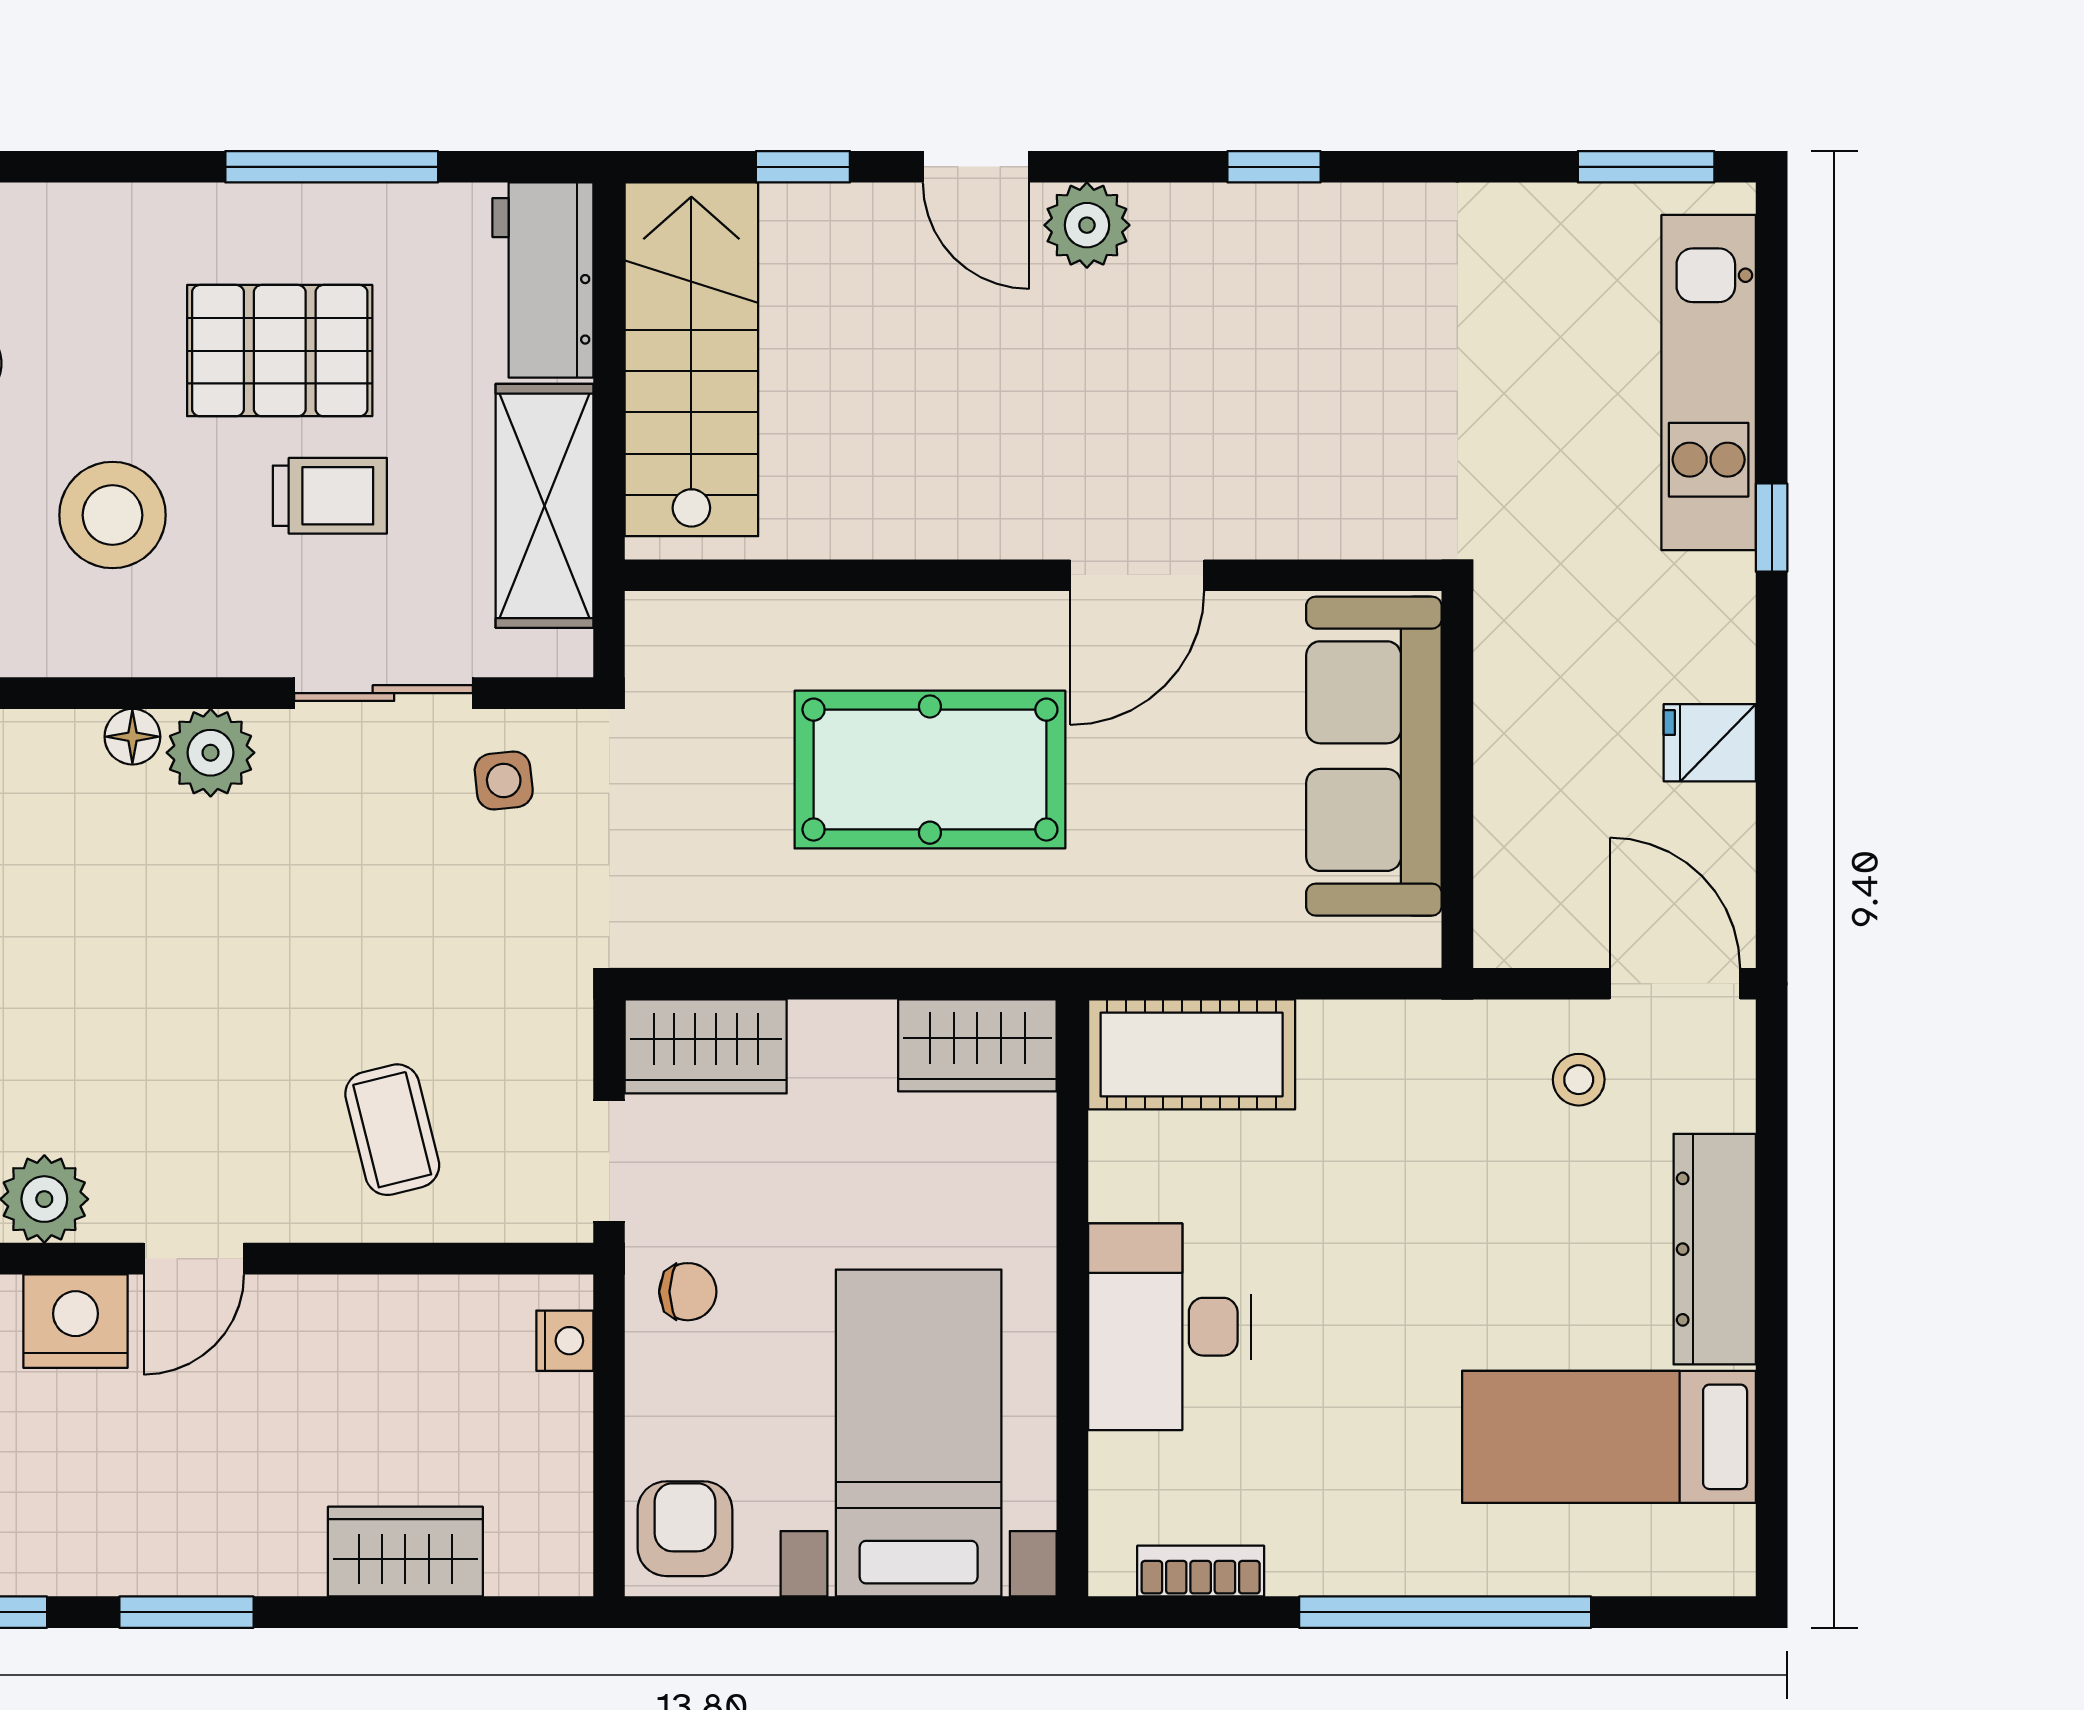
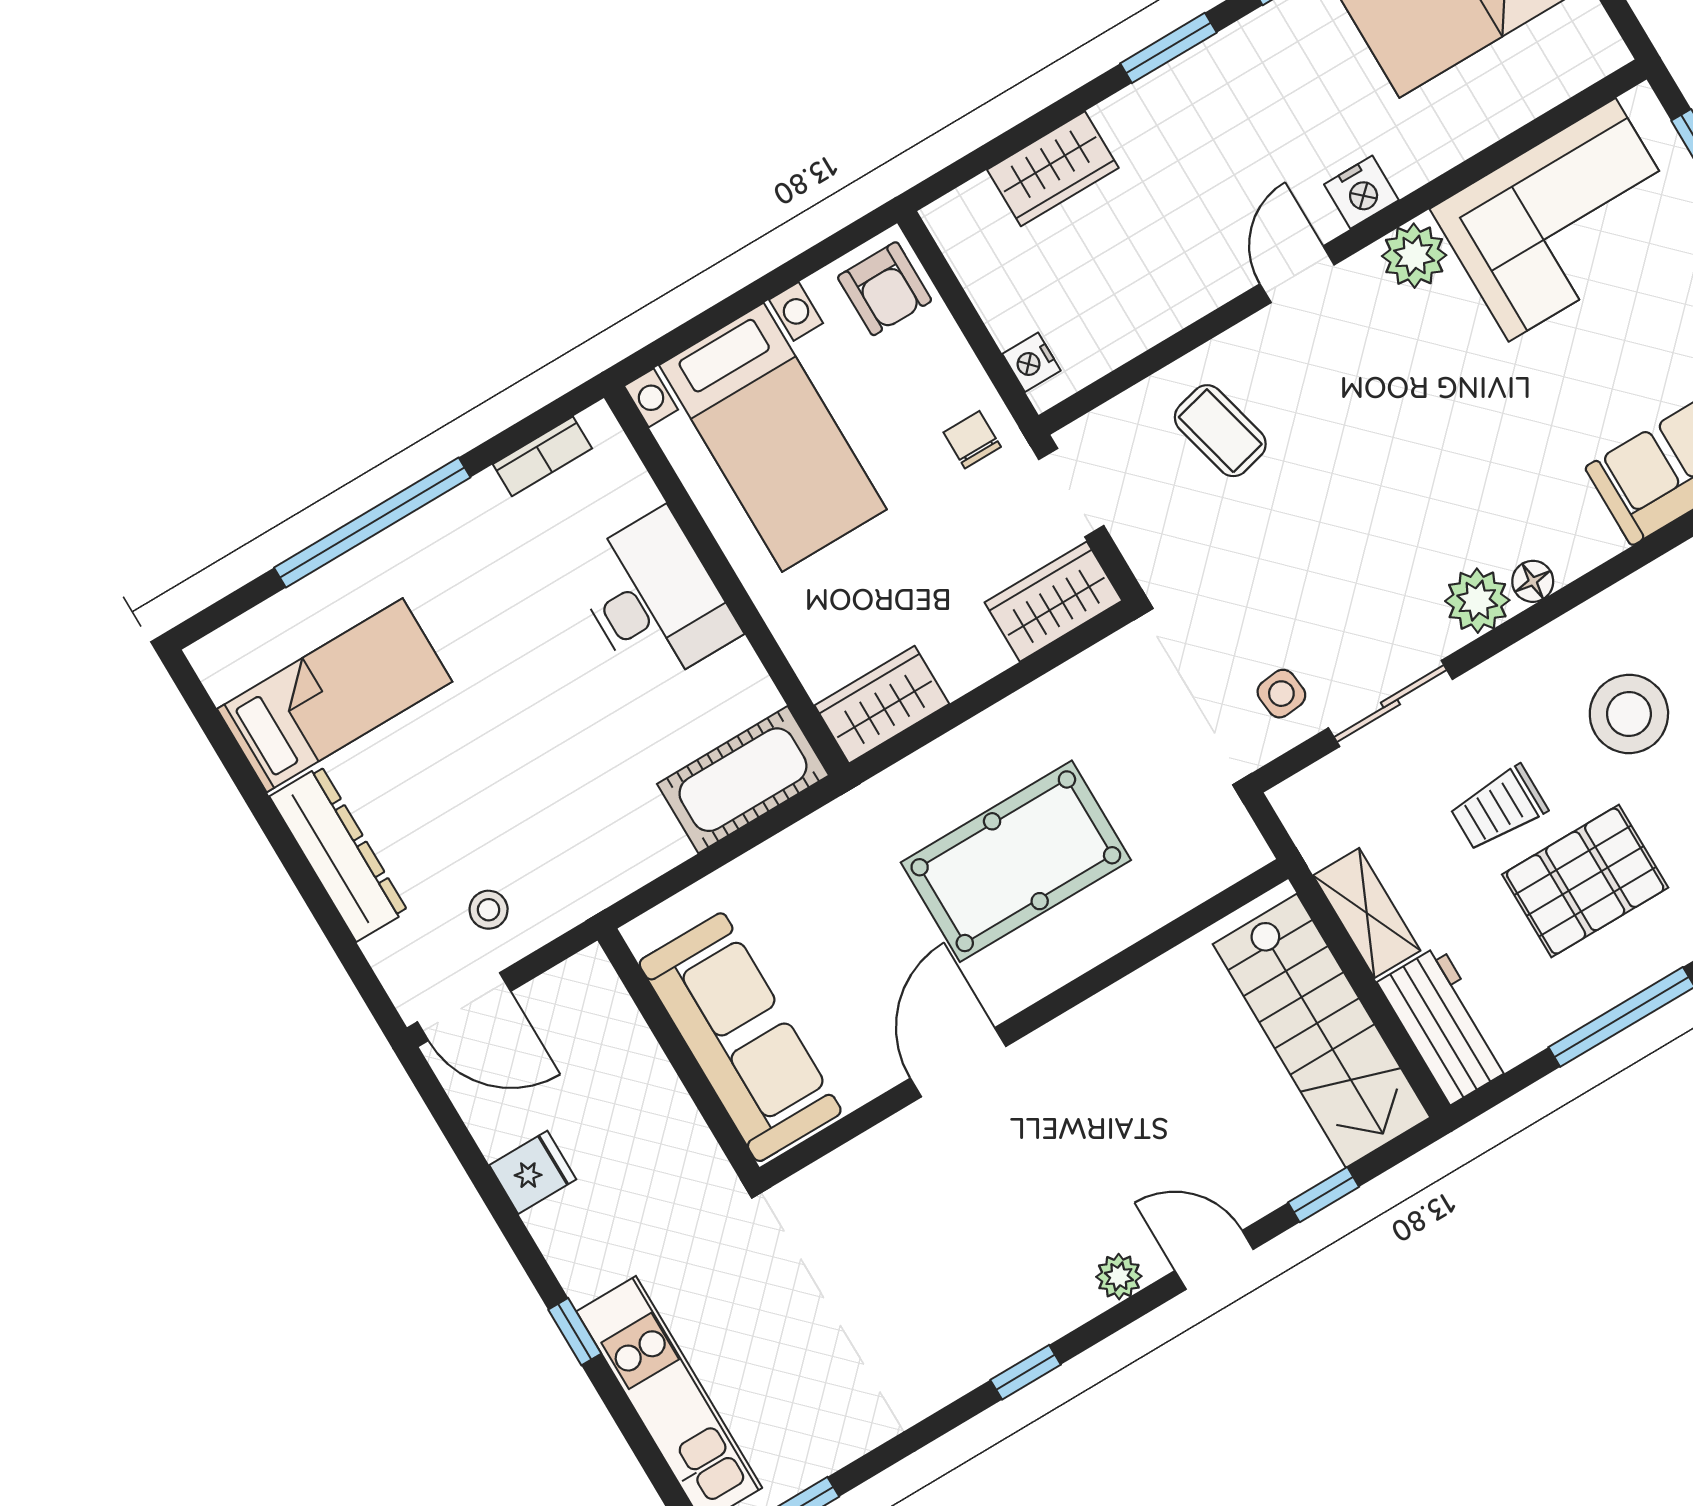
plant: (1087, 225) -> (1119, 1277), width x0.73, depth x0.73
shelving: (544, 506) -> (1367, 913), width x0.67, depth x0.75
chair: (688, 1292) -> (972, 440), turned 90
nightstand: (76, 1321) -> (1361, 192), width x0.74, depth x0.75

